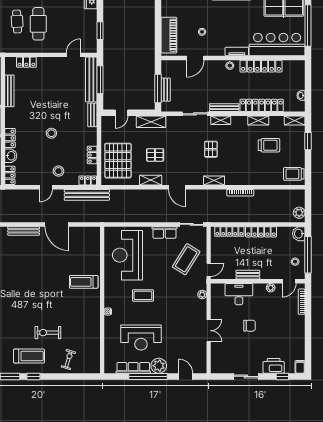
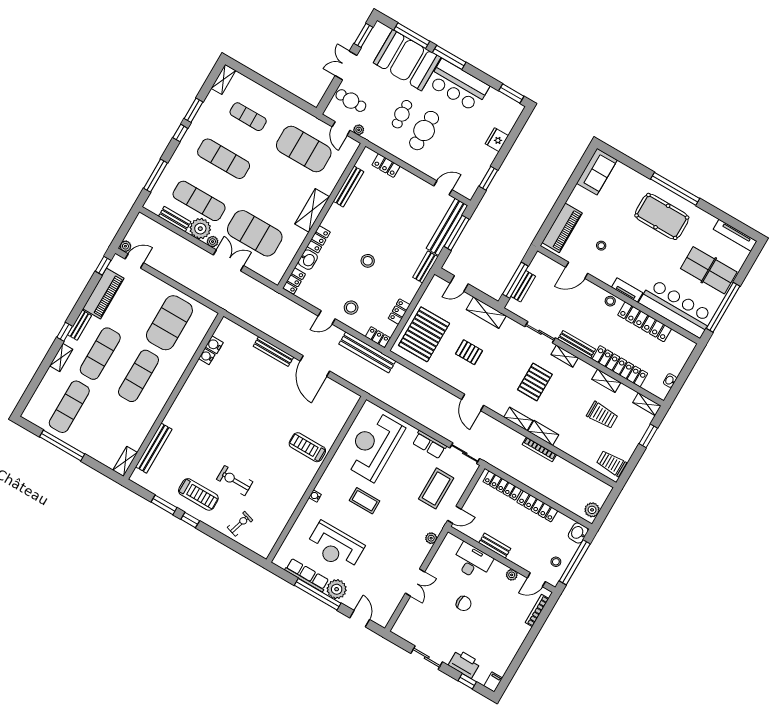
pallet: (211, 149) -> (535, 382), width x1.50, depth x1.42
shelving: (151, 180) -> (543, 433), moved
coffee table: (186, 259) -> (436, 488), turned -32

